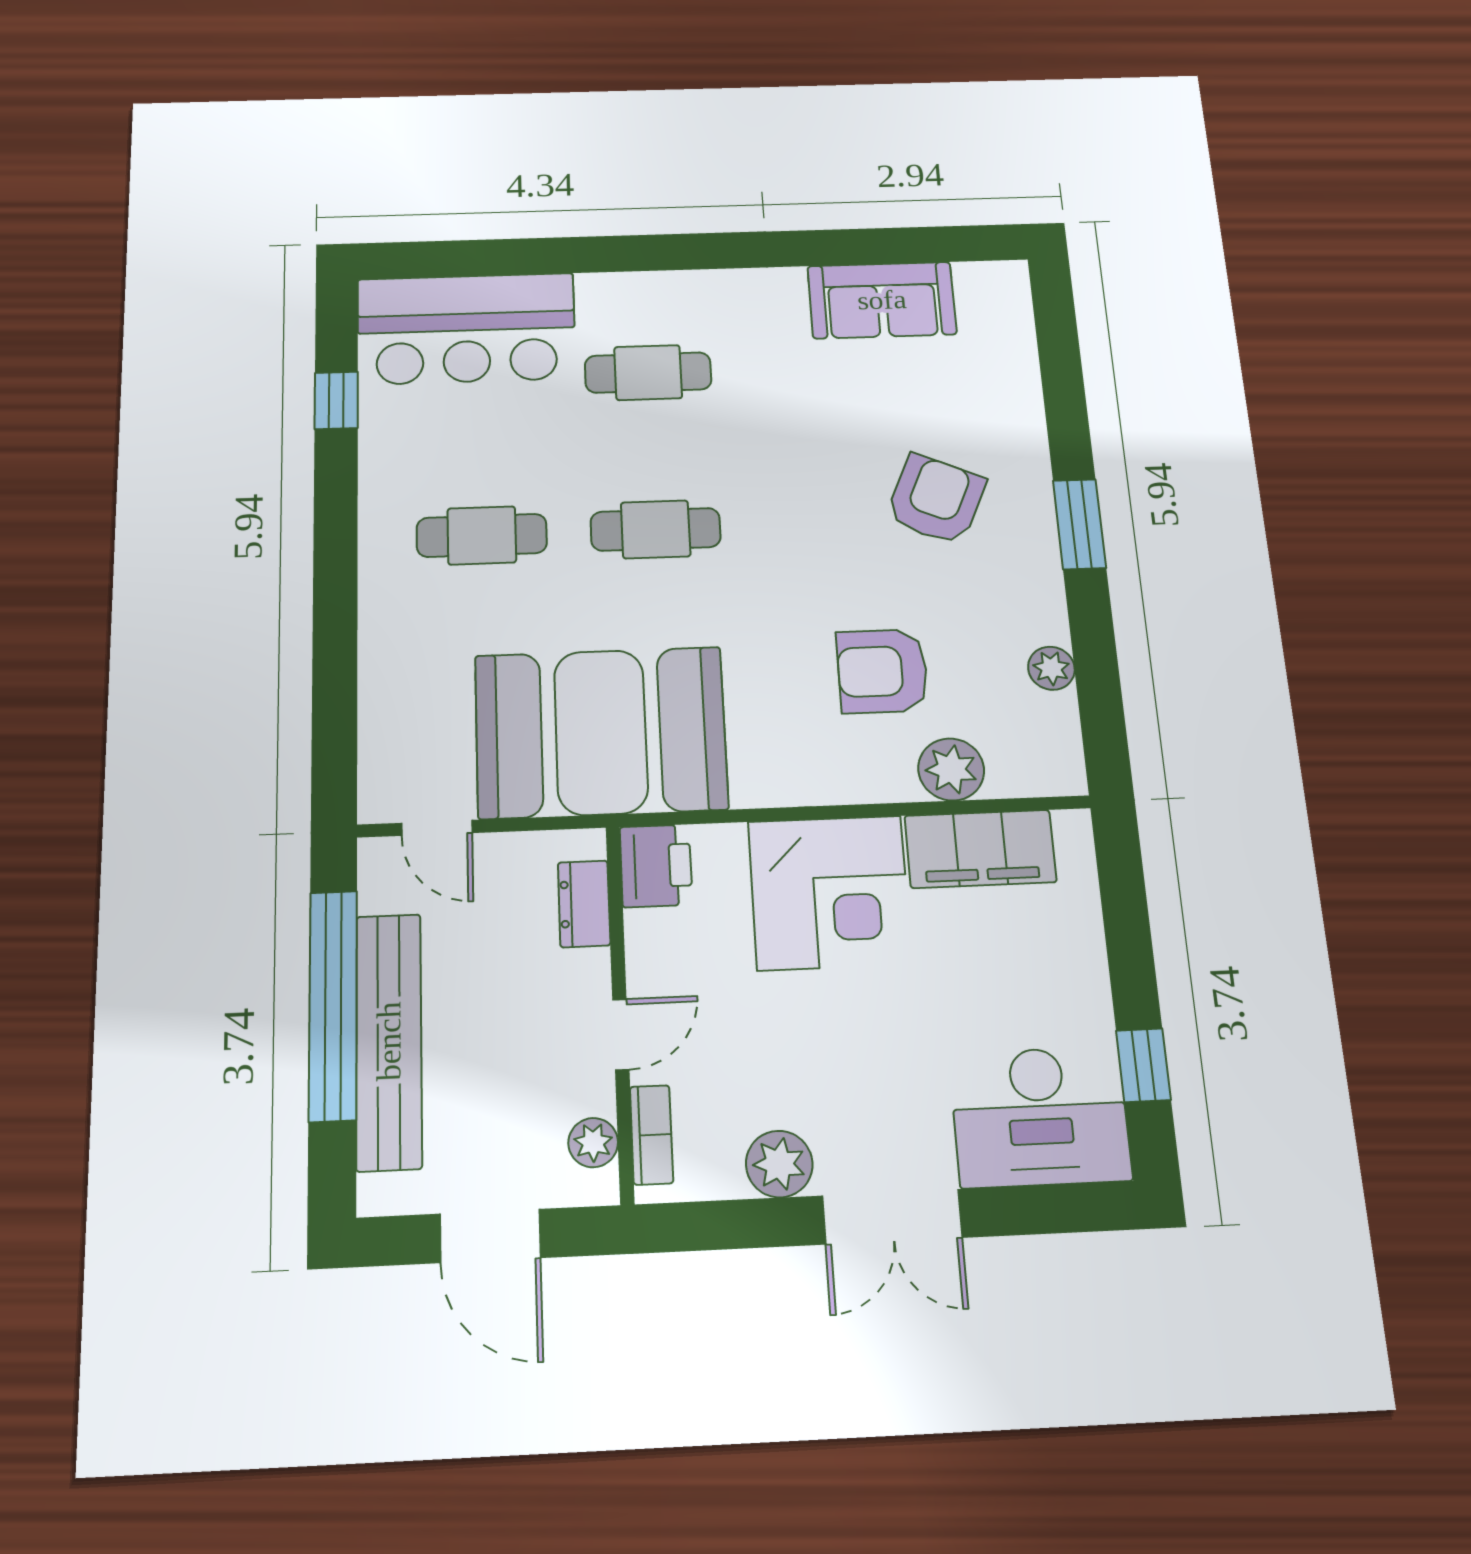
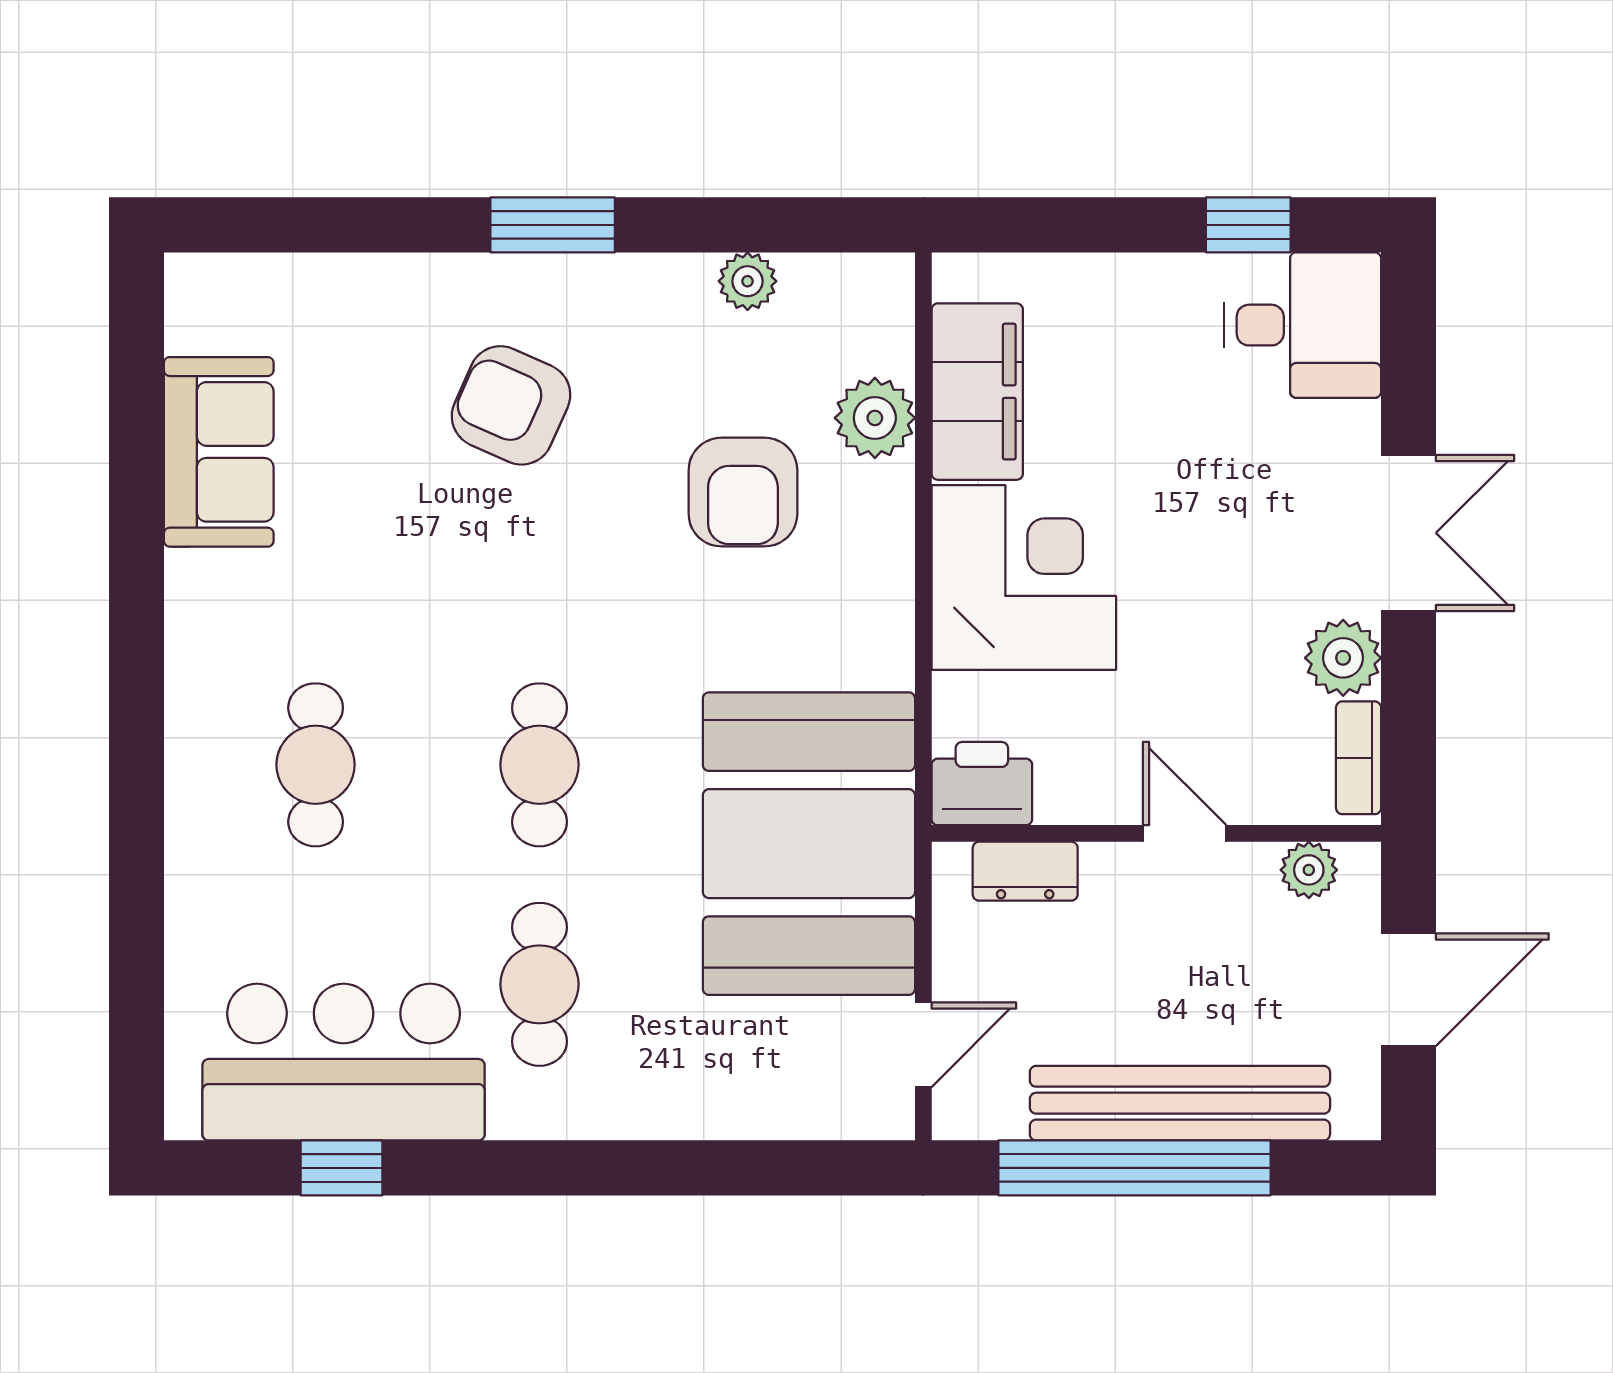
bar counter: (466, 329) -> (344, 1062), moved, turned -90
desk: (1040, 1117) -> (1303, 325), width x0.73
bookcase: (652, 1135) -> (1359, 758), moved, turned -90

